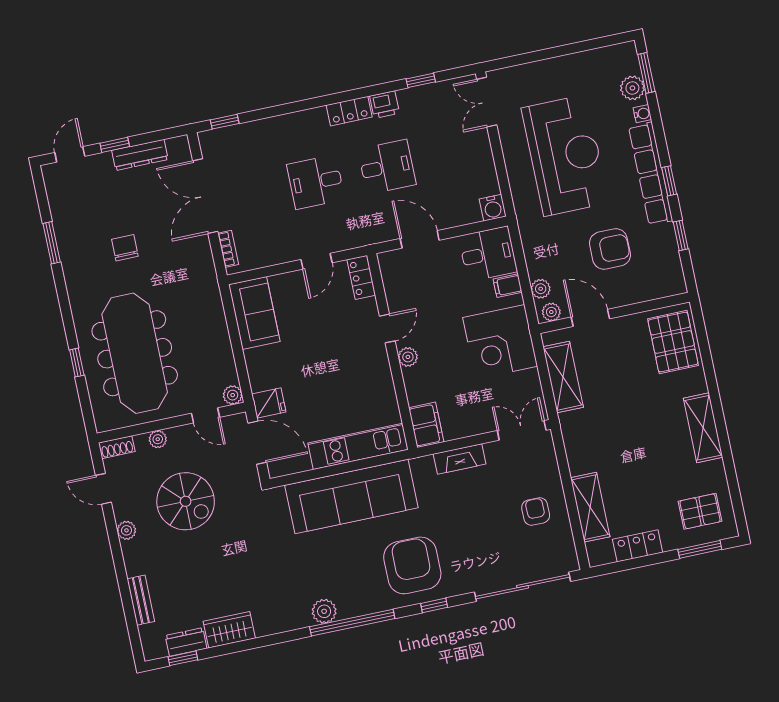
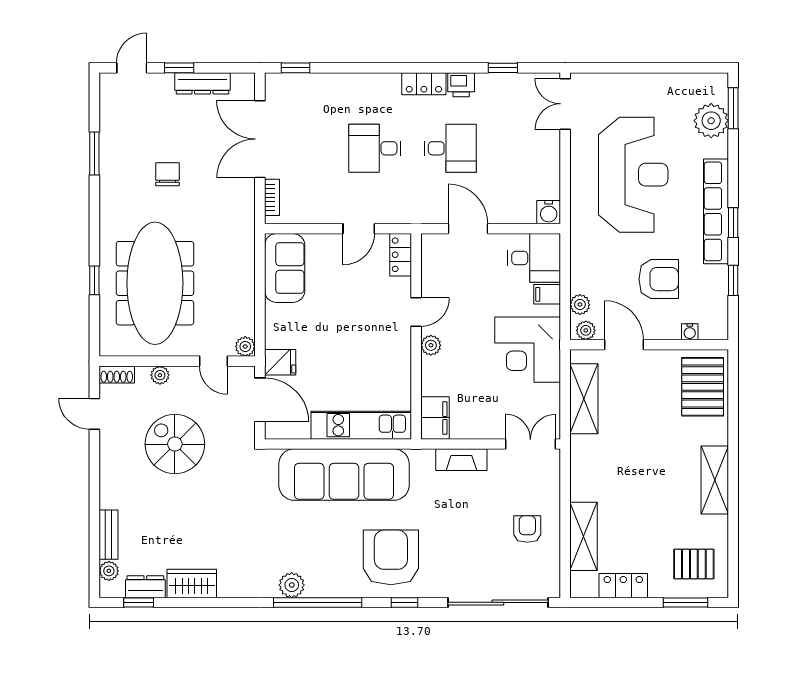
plant: (632, 88) -> (711, 121), width x1.36, depth x1.36
water cooler: (642, 114) -> (690, 332), moved, turned 90
spiral stairs: (186, 501) -> (175, 444), turned 180
plant: (126, 530) -> (109, 571), moved

